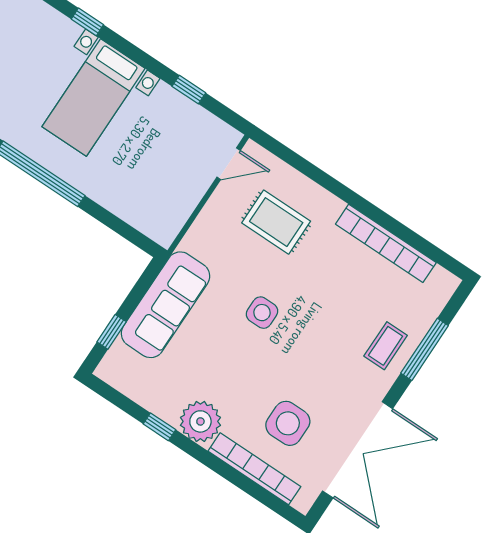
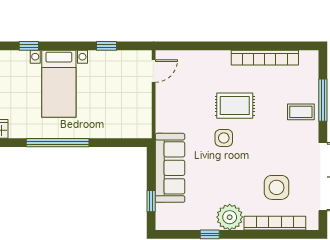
rug: (276, 222) -> (235, 106), moved
coffee table: (386, 346) -> (301, 112), turned 90

